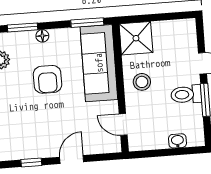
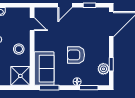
sofa: (99, 63) -> (44, 69), width x0.73
armchair: (48, 79) -> (76, 55), turned -90

